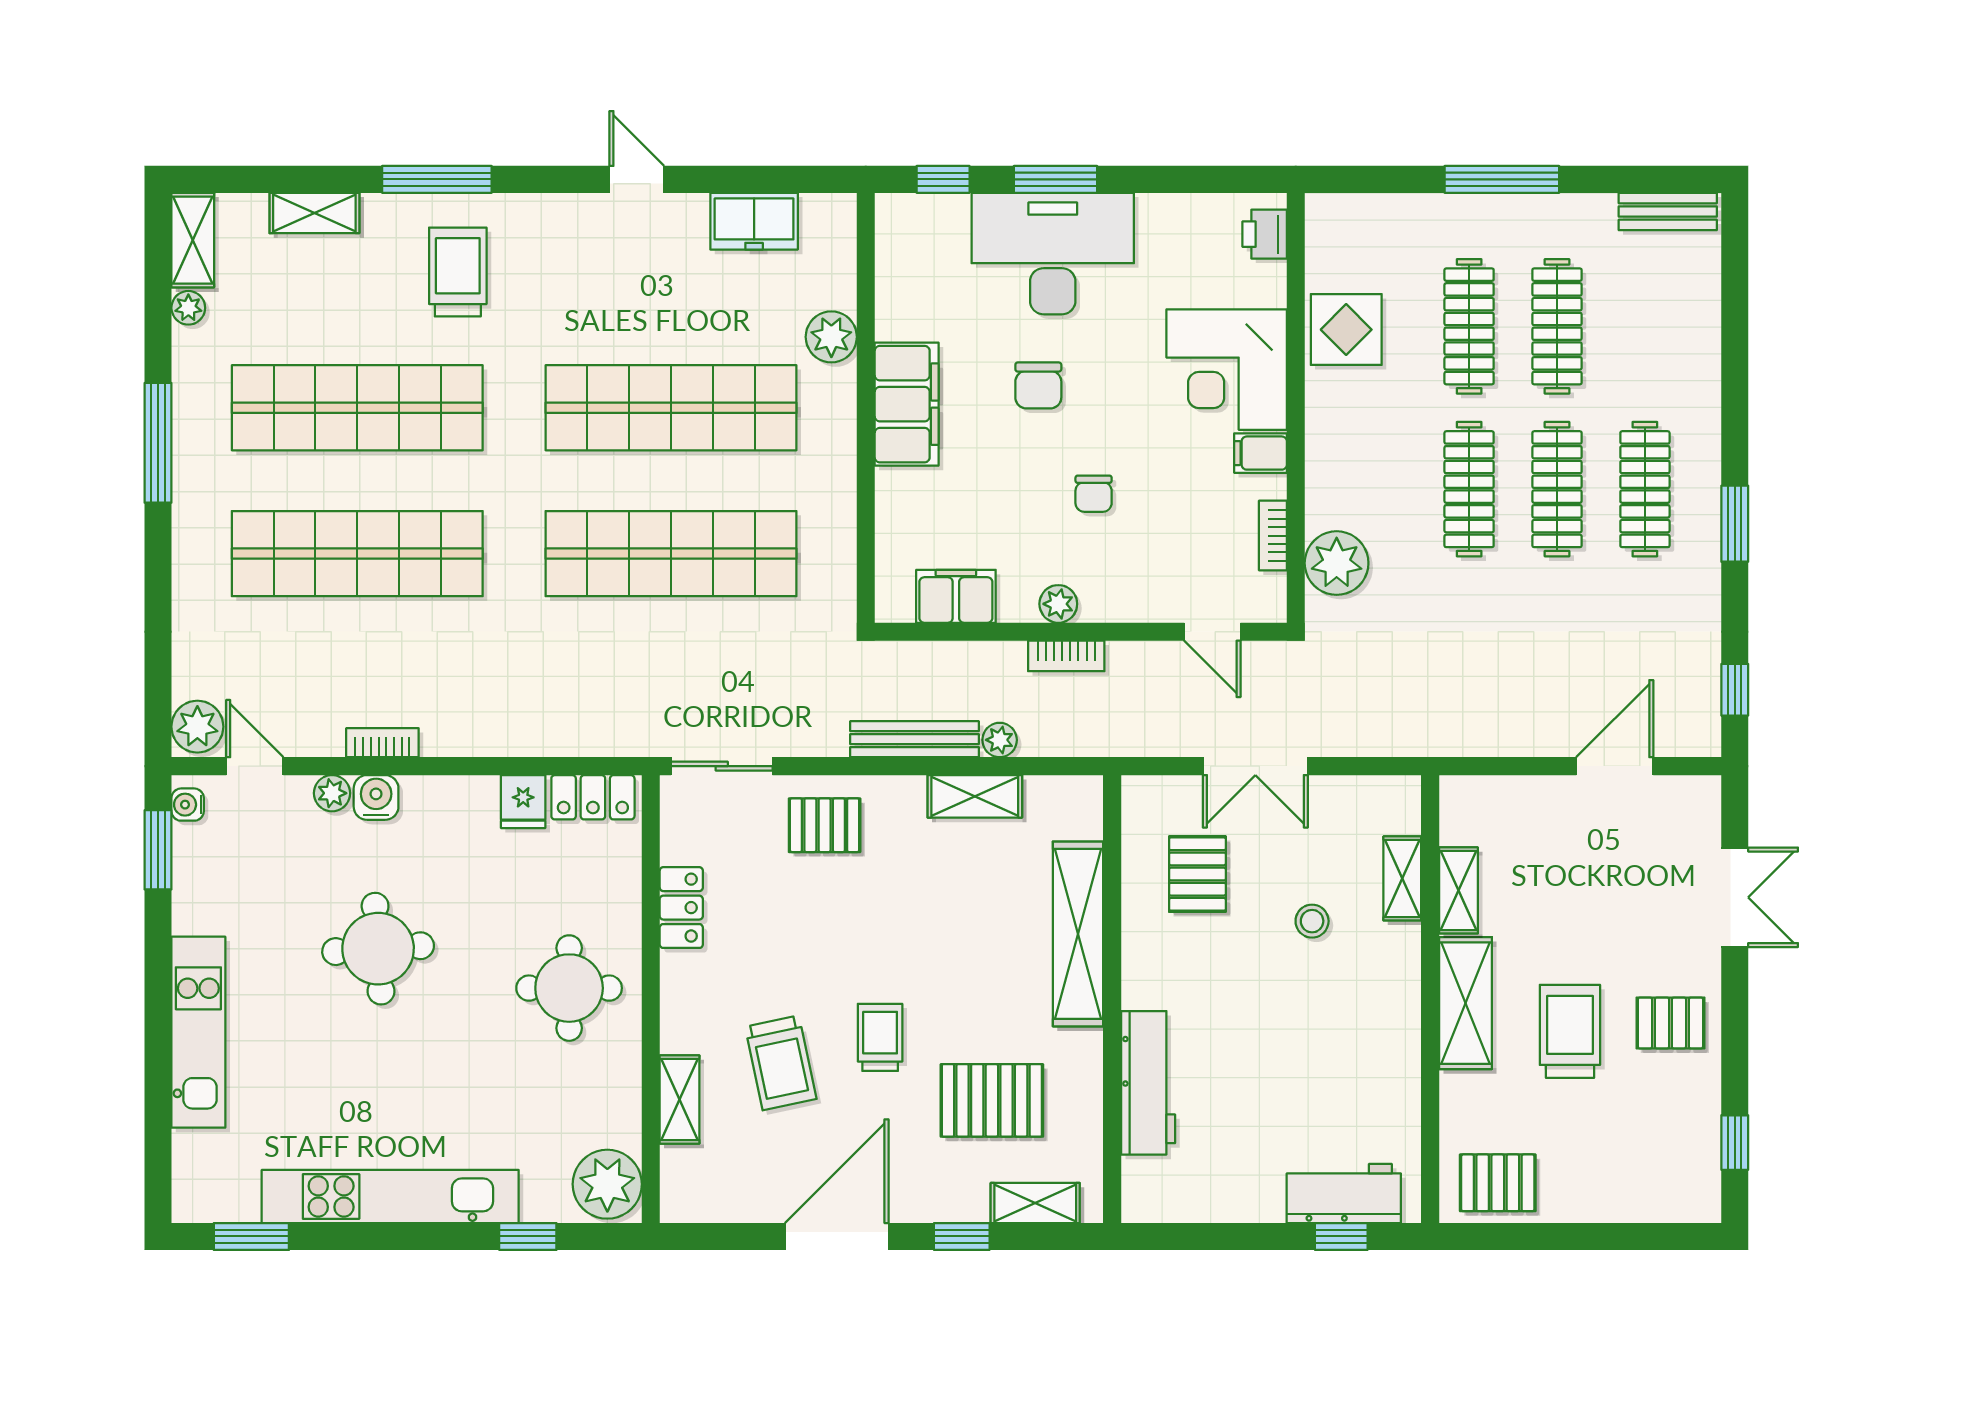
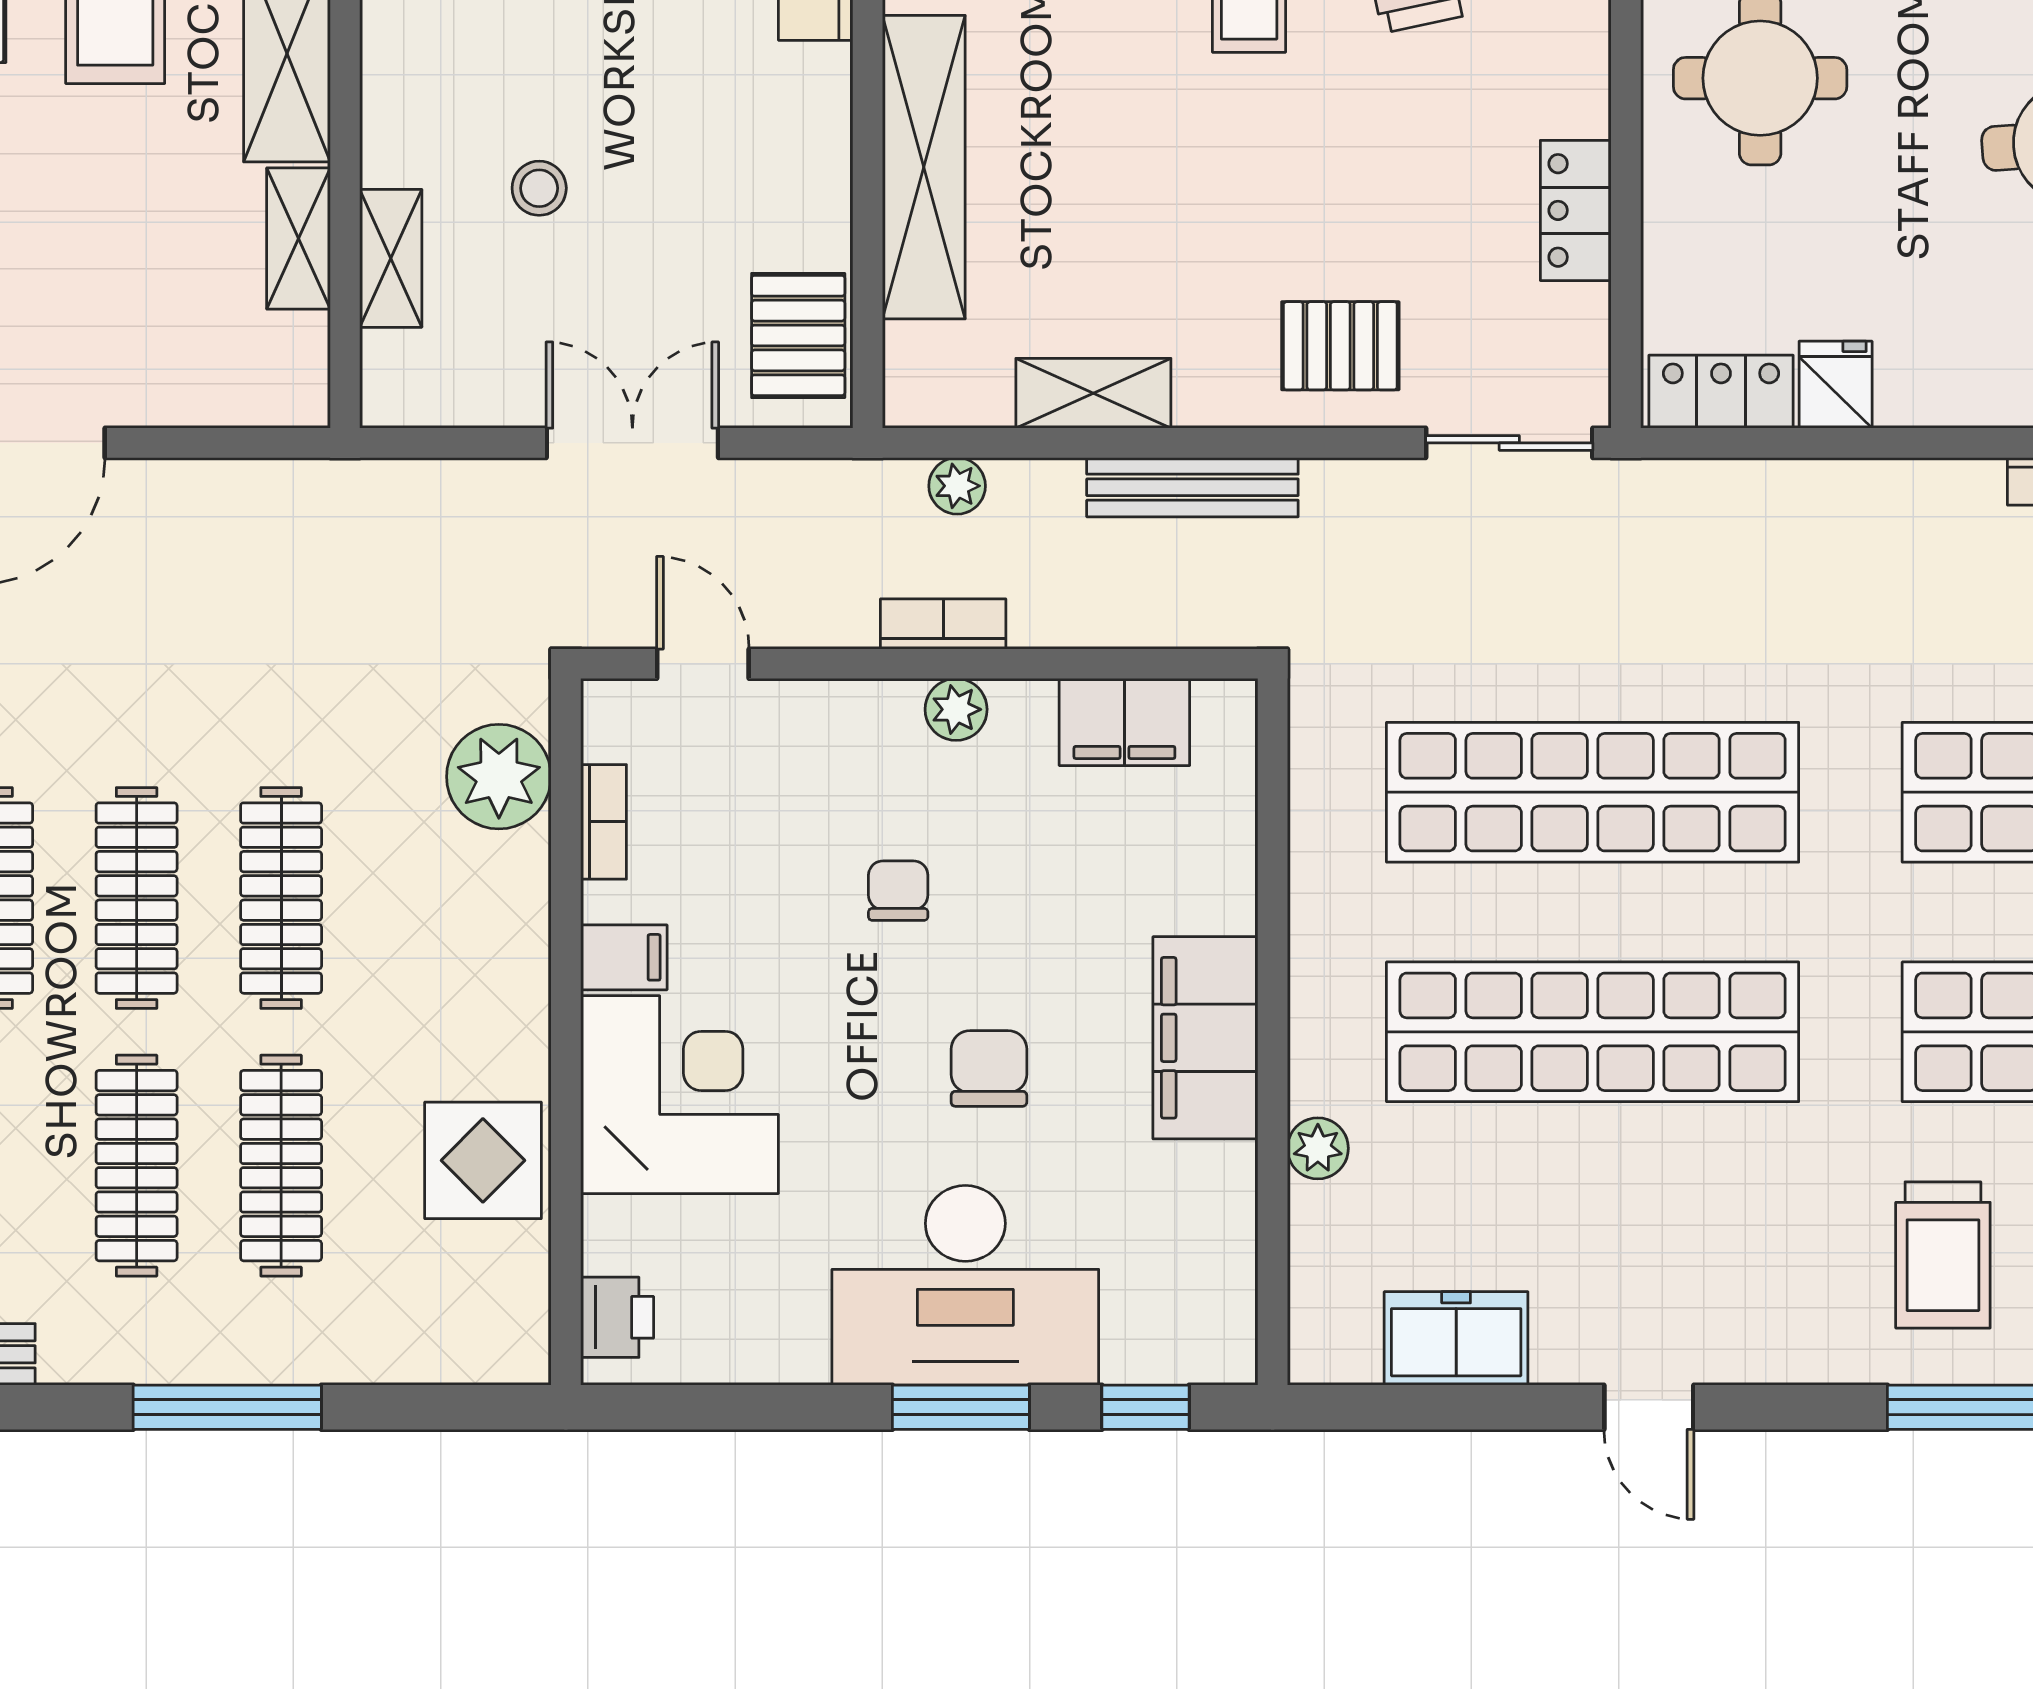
plant: (831, 337) -> (1318, 1148), width x0.73, depth x0.73
plant: (1000, 740) -> (957, 486), moved
pallet: (1197, 874) -> (798, 335), moved

